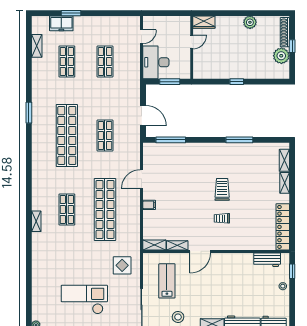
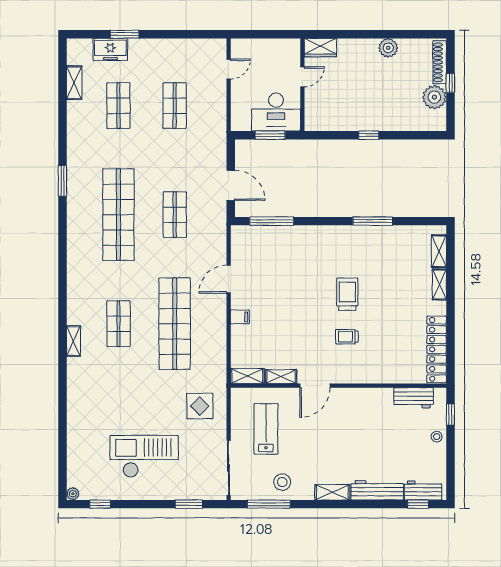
desk: (156, 62) -> (276, 112), moved, turned -90

